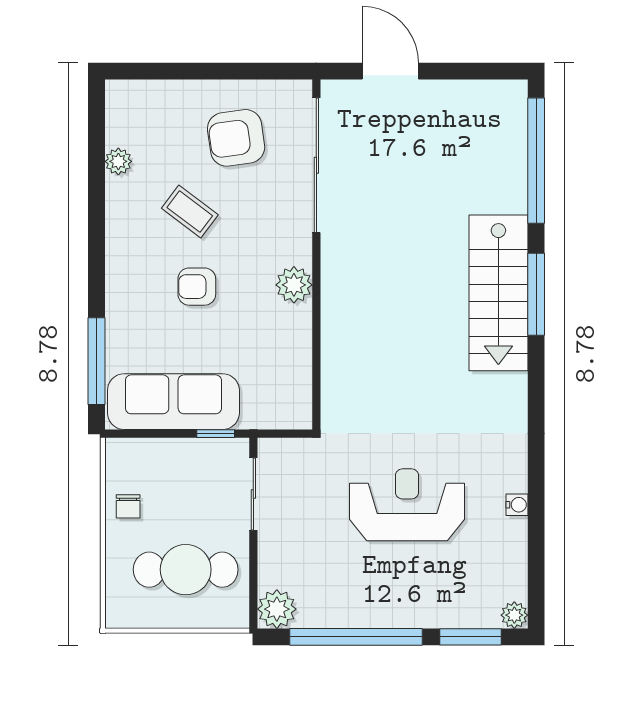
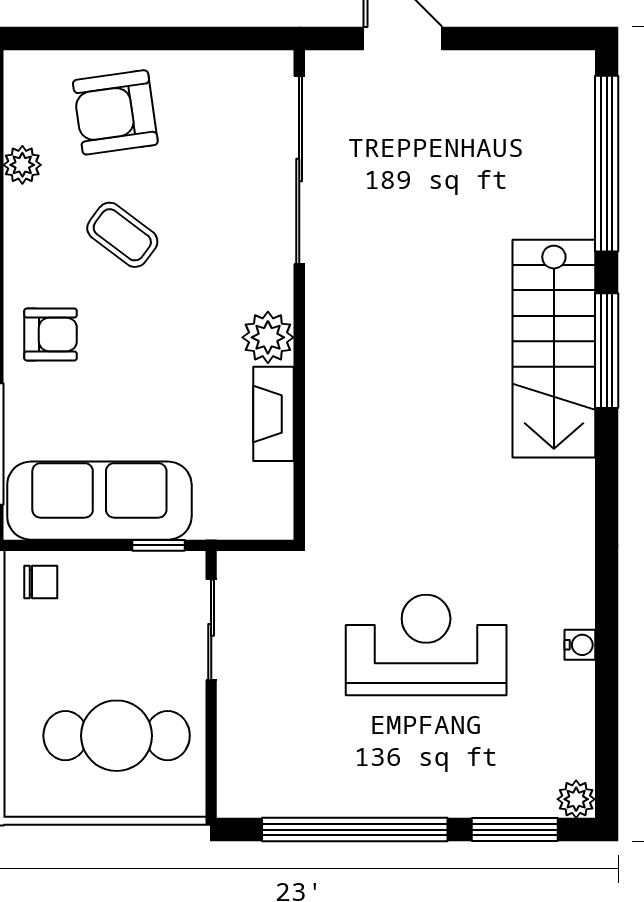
armchair: (236, 138) -> (115, 112), moved
armchair: (197, 287) -> (50, 334), moved, turned 180
fireplace: (298, 340) -> (273, 414), added
chair: (128, 506) -> (41, 582), moved, turned -90
plant: (277, 609) -> (244, 791), removed

